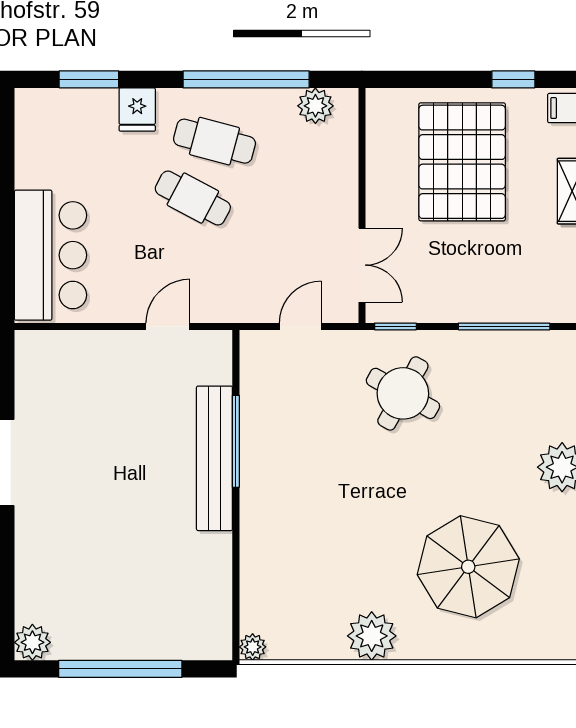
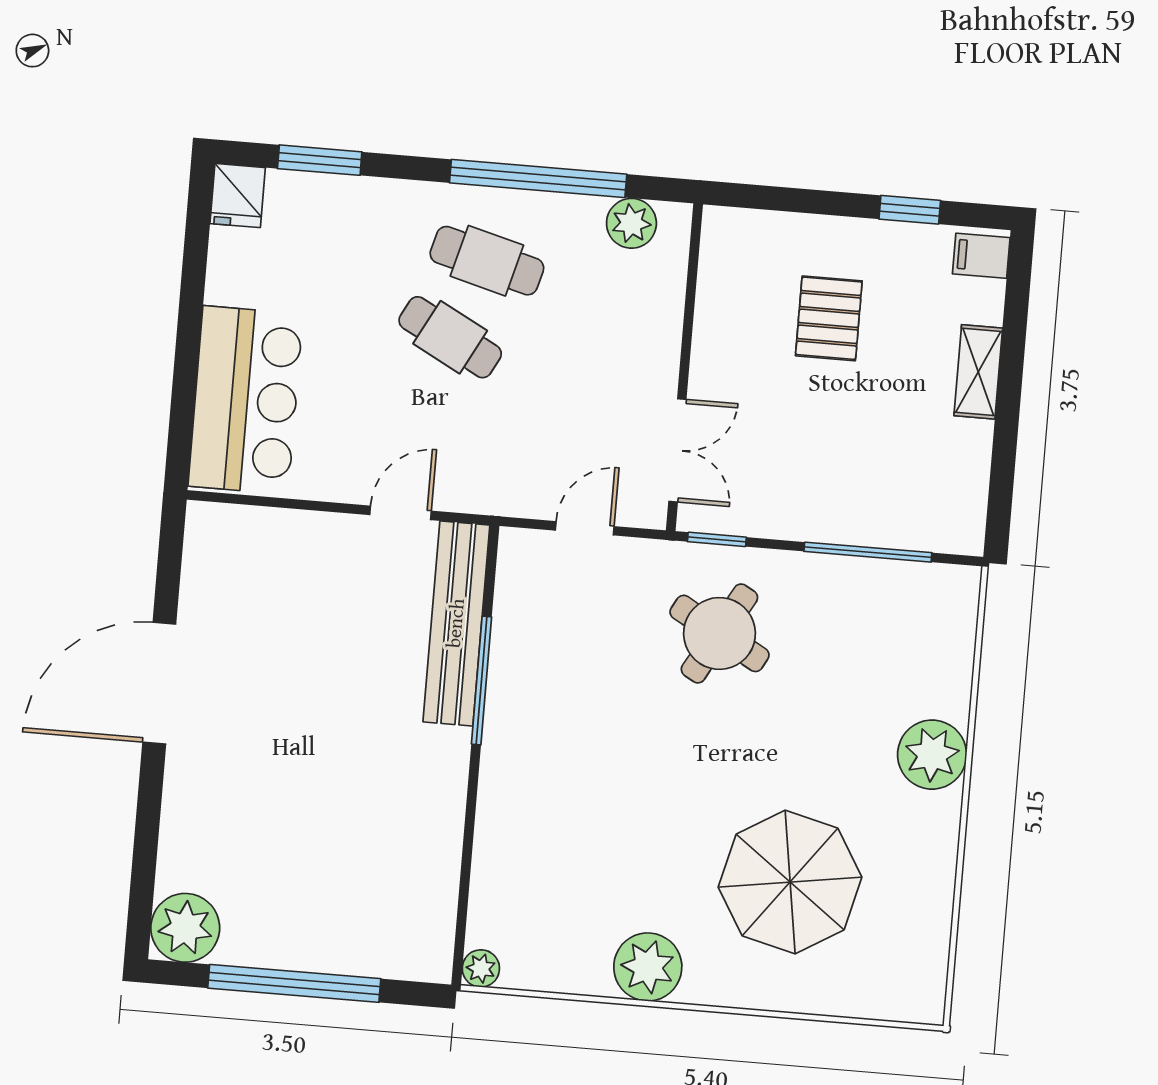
fridge: (137, 110) -> (238, 196), moved
pallet: (462, 162) -> (829, 318), width x0.49, depth x0.50
bench: (214, 458) -> (456, 623), moved
plant: (32, 642) -> (185, 928), width x1.36, depth x1.36

